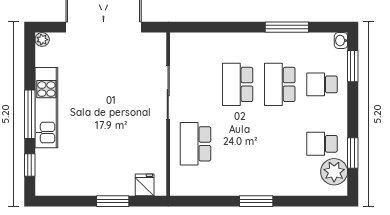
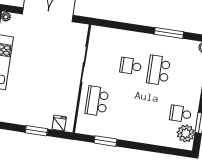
school desk: (238, 84) -> (131, 66), width x0.54
school desk: (322, 84) -> (186, 74), removed
window: (256, 201) -> (105, 141), moved

